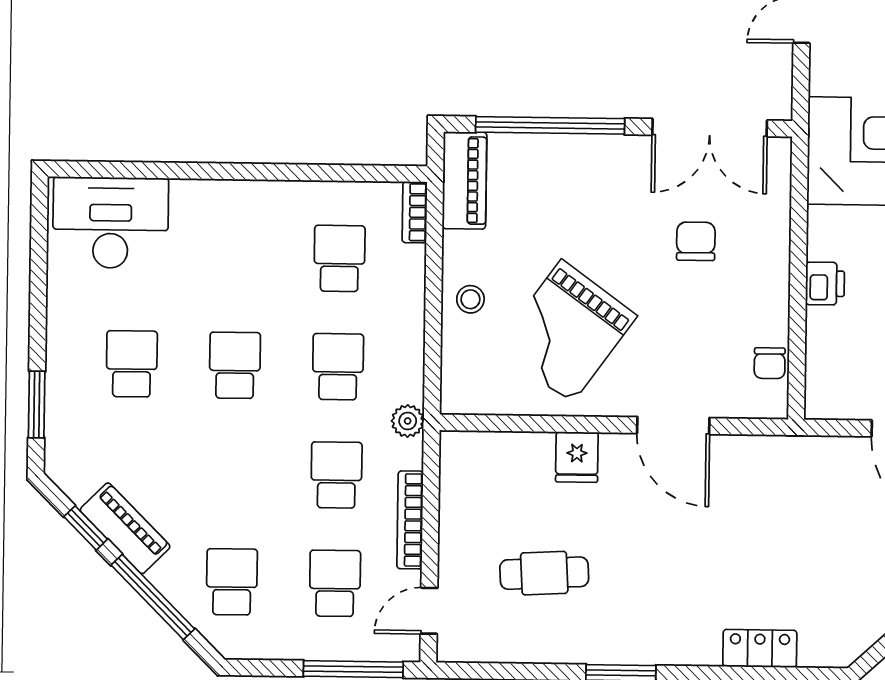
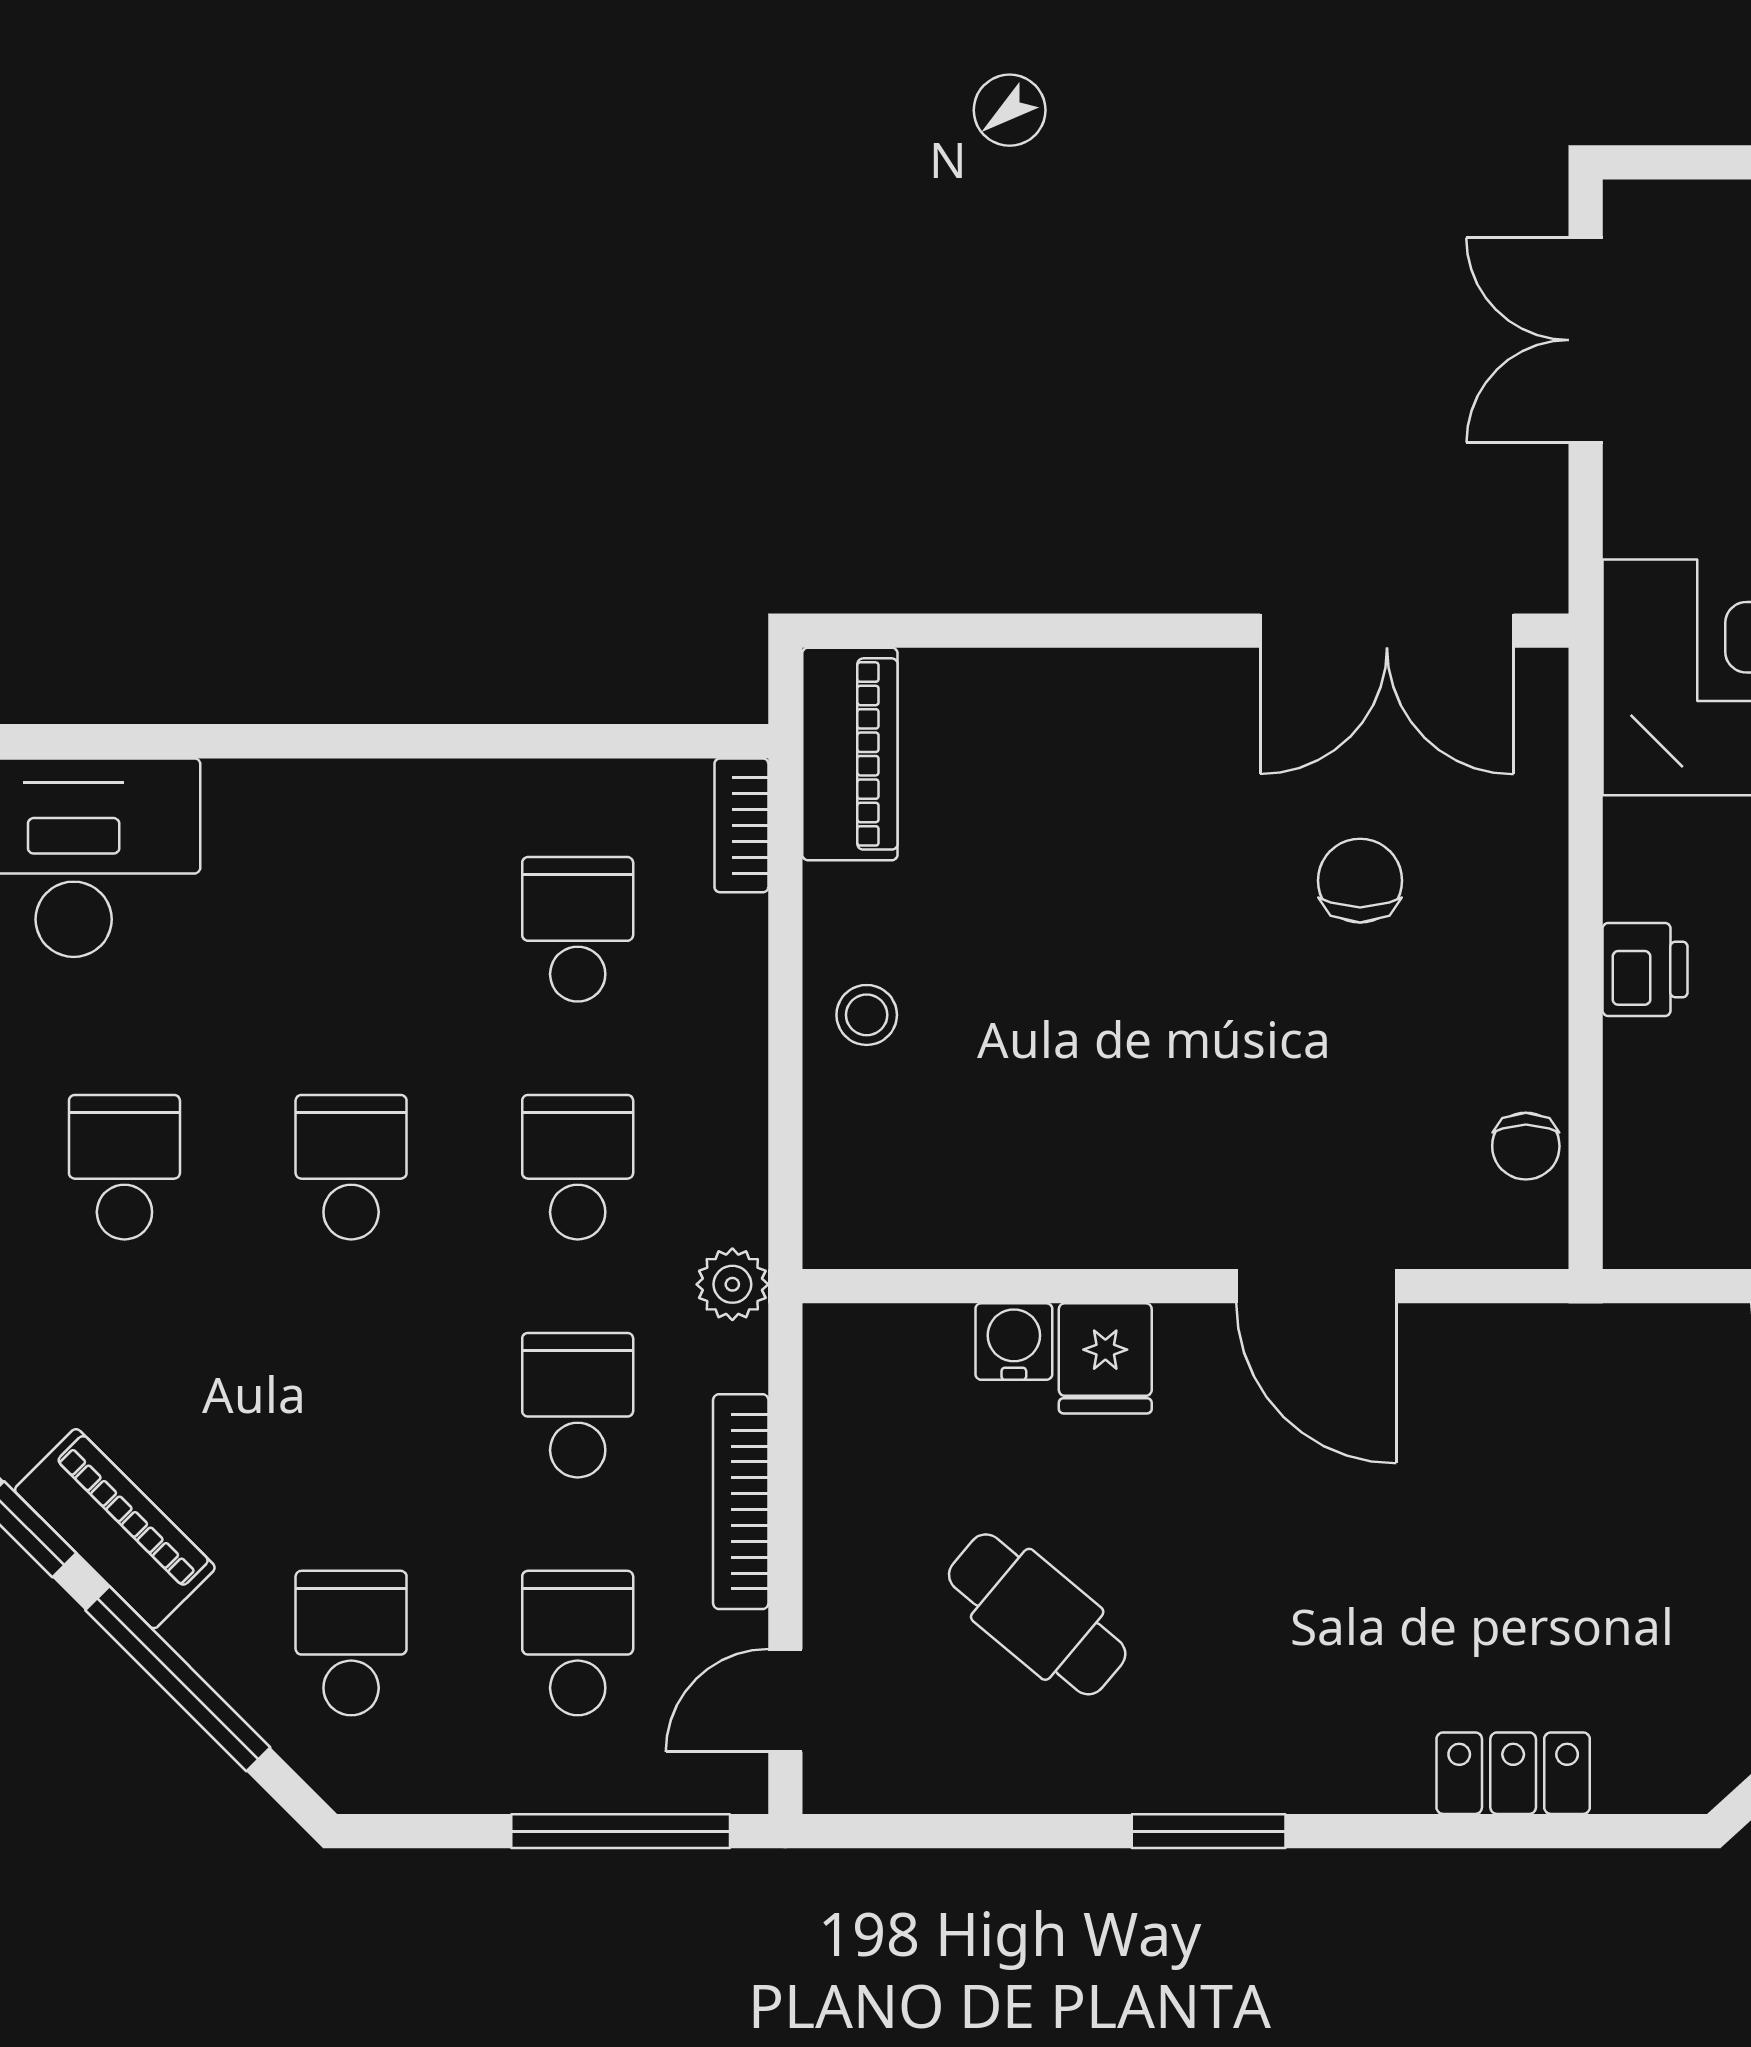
window: (550, 125) -> (1036, 631), removed
grand piano: (567, 331) -> (1079, 1082), removed
water cooler: (535, 449) -> (1014, 1342), added
cafe table: (544, 573) -> (1037, 1614), turned 43

